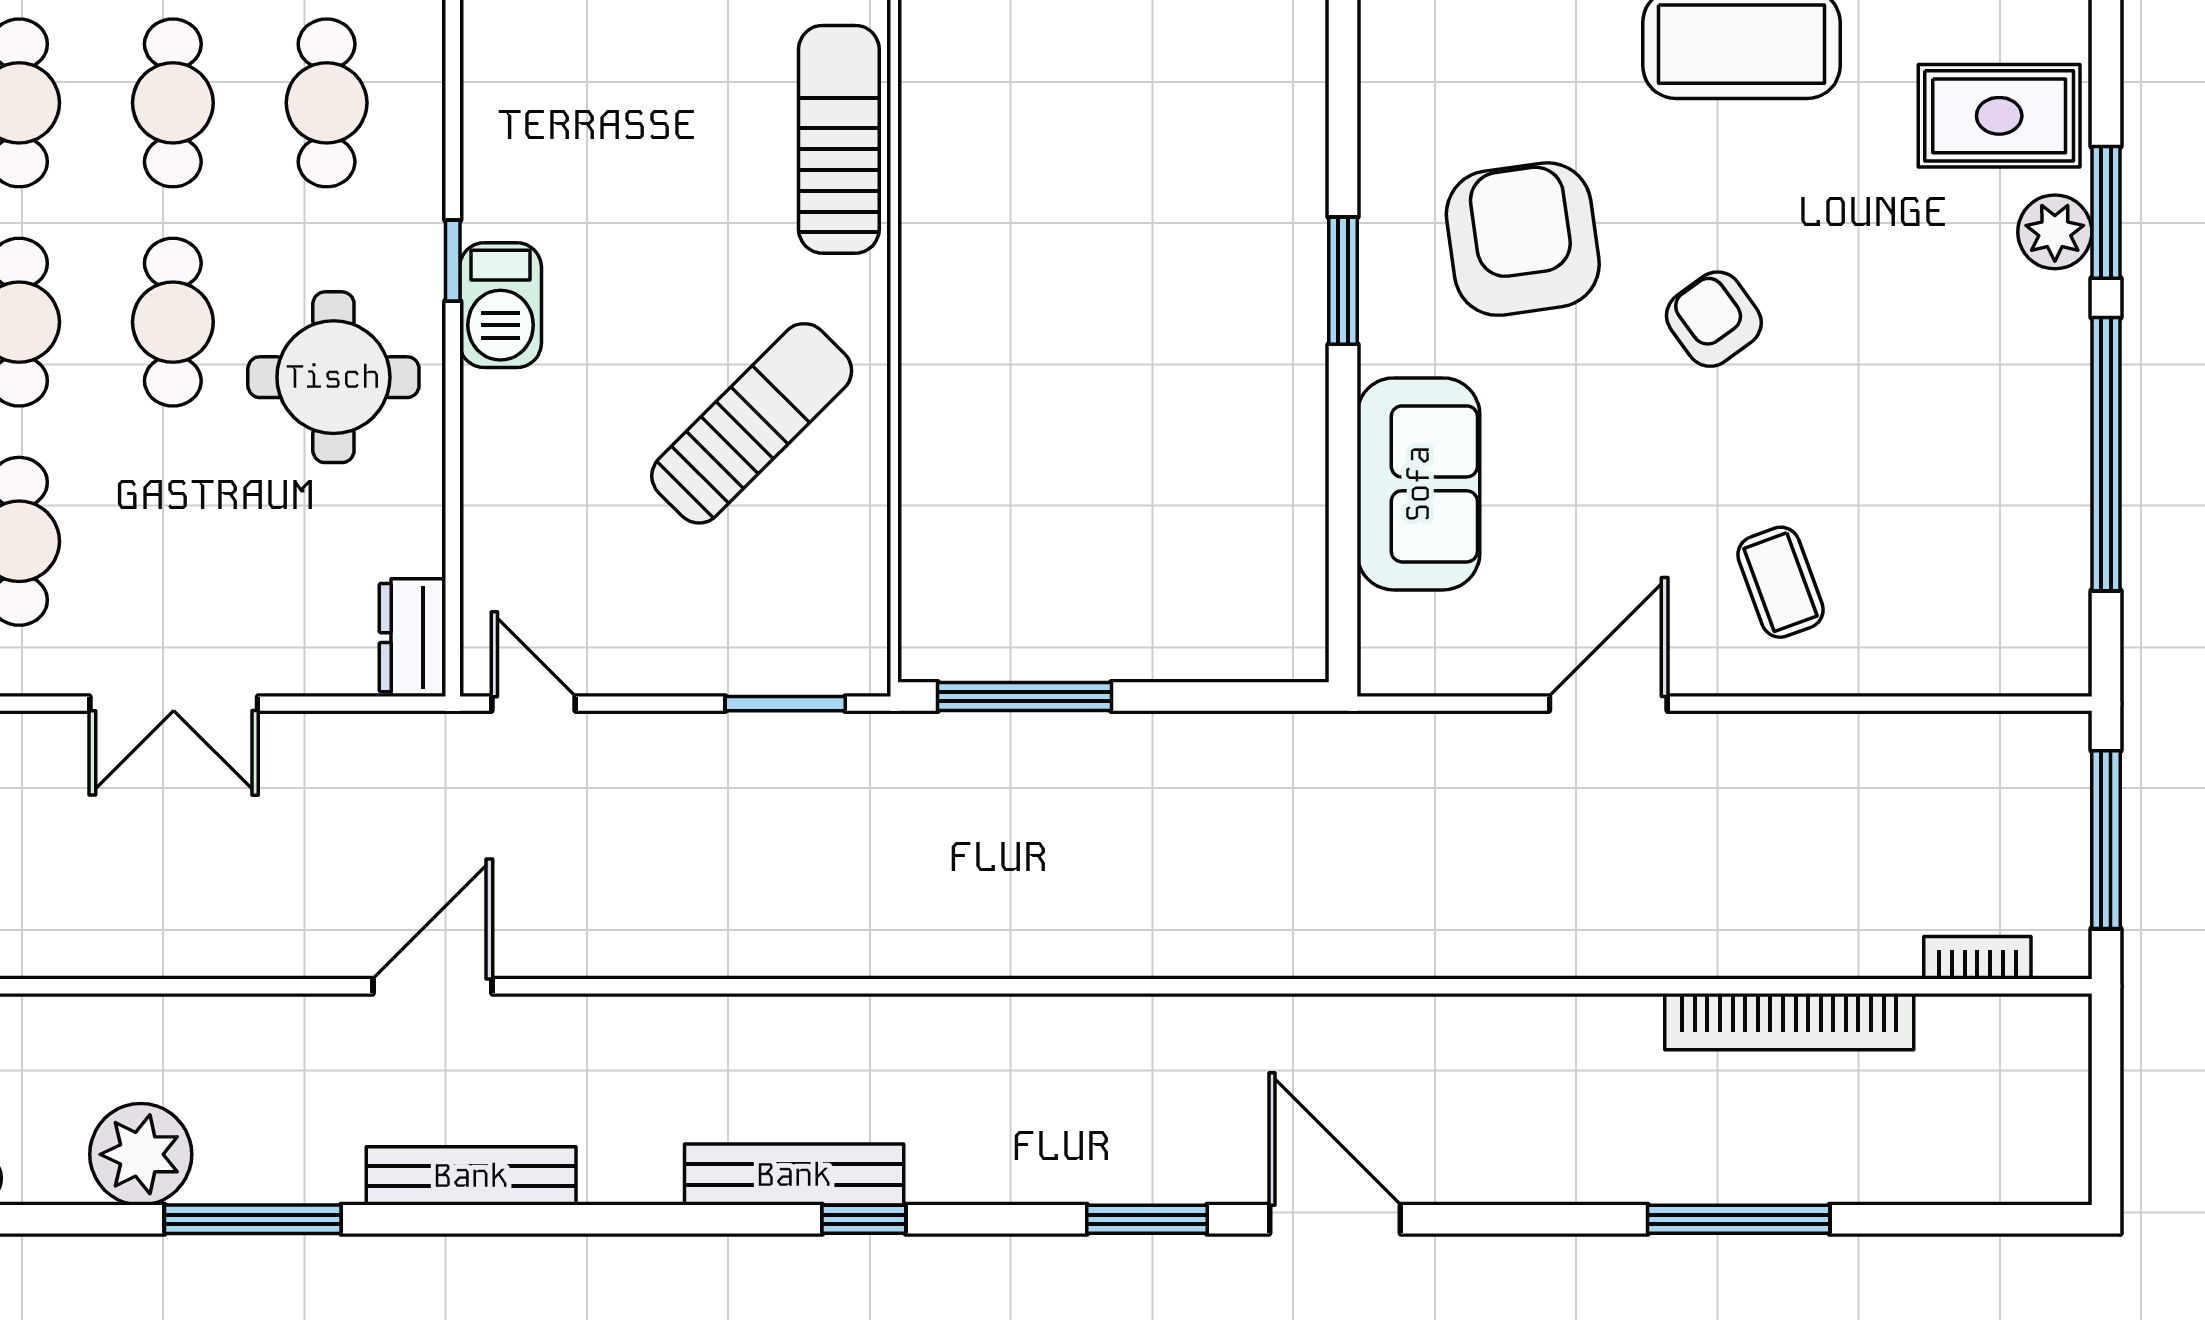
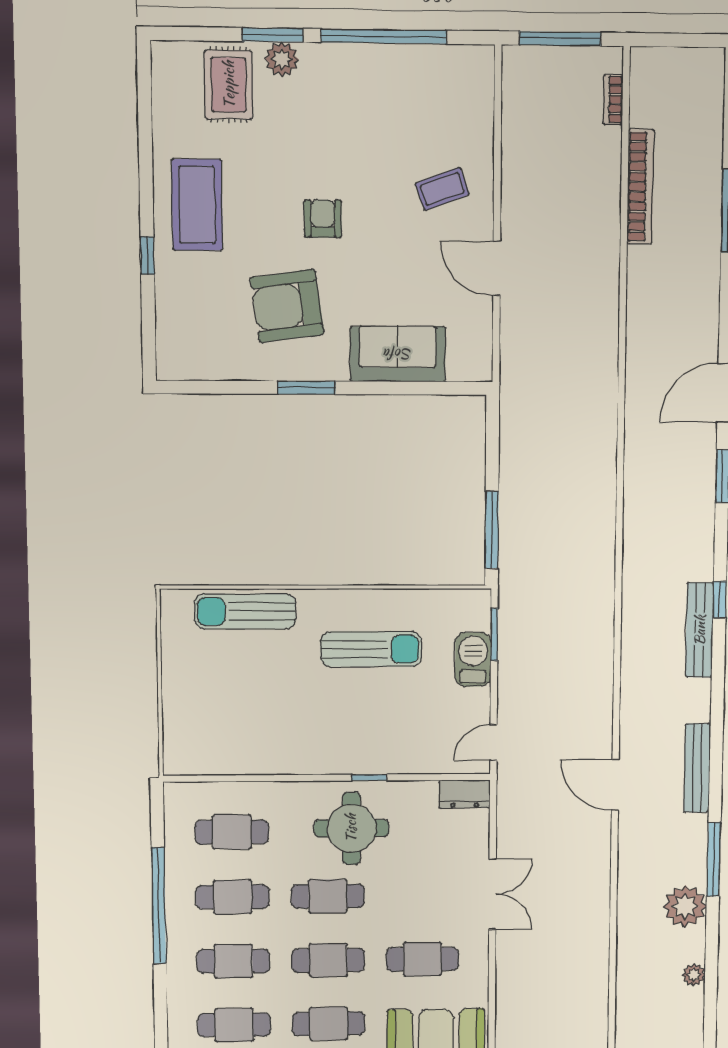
window: (453, 261) -> (369, 778), moved
barbecue: (501, 305) -> (473, 659), moved, turned -90
armchair: (1714, 319) -> (323, 219), turned 126
sun lounger: (752, 423) -> (371, 649), turned 135

